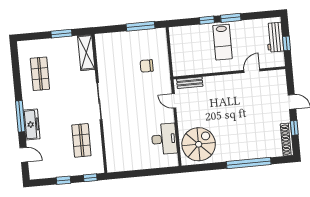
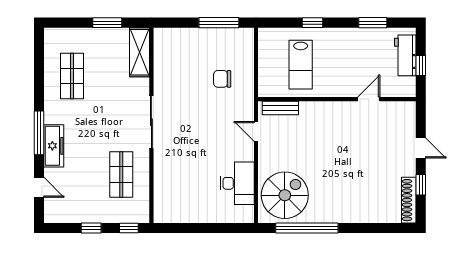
window: (231, 18) -> (373, 23), moved
lab bench: (223, 42) -> (301, 65), moved
window: (249, 163) -> (307, 228), moved

